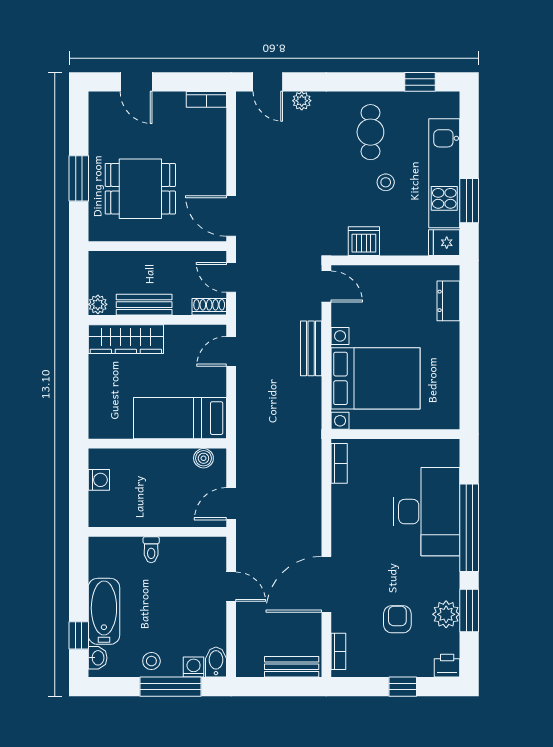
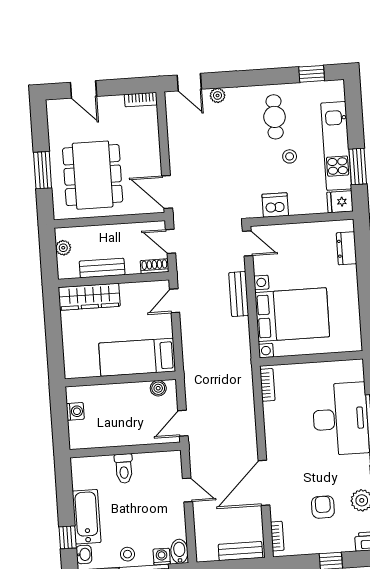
dining table: (140, 189) -> (93, 175), width x1.38
plant: (98, 304) -> (63, 248), moved
toilet: (151, 550) -> (124, 468), width x1.37, depth x1.39

